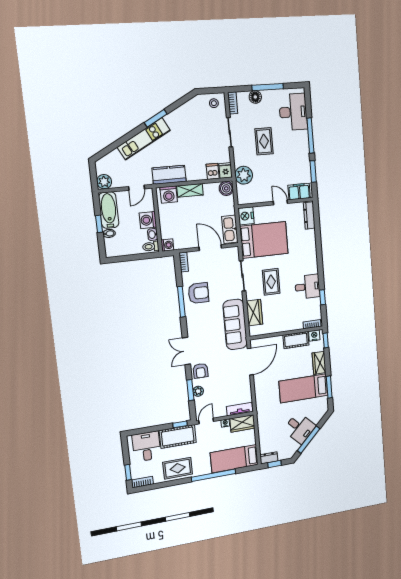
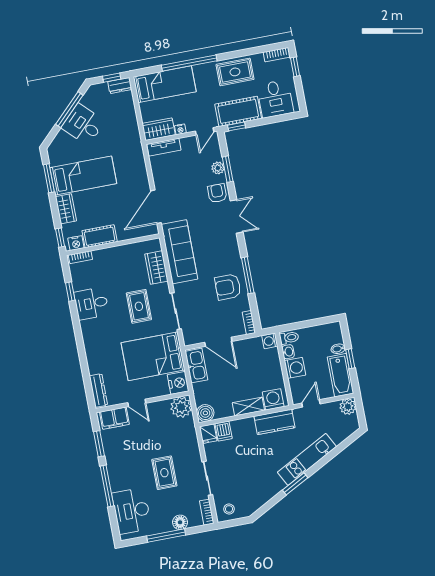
plant: (244, 175) -> (181, 407), moved

